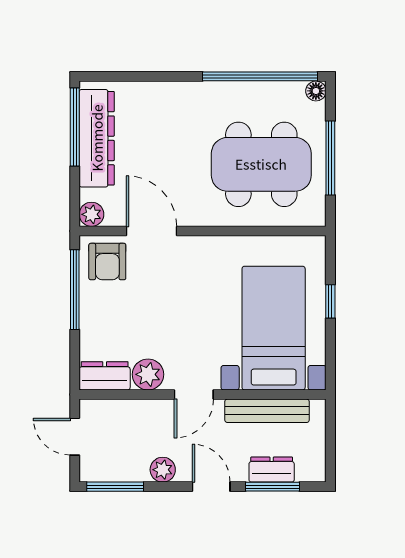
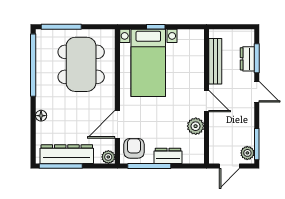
floor lamp: (316, 91) -> (41, 116), moved
window: (330, 158) -> (61, 27), moved
armchair: (107, 262) -> (134, 148), turned -90
bed with nightstands: (274, 328) -> (148, 63), moved, turned -90
dresser: (105, 376) -> (168, 156), moved, turned 90
plant: (163, 470) -> (247, 153), moved
door: (211, 487) -> (257, 92), swing flipped

